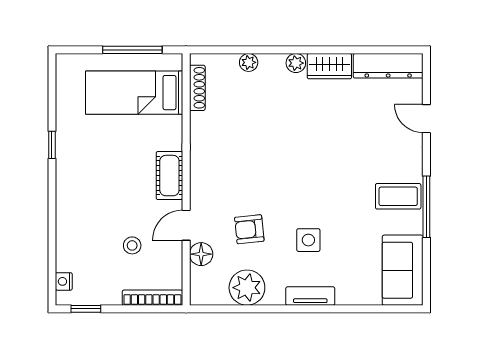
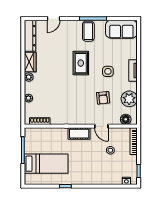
bed: (134, 93) -> (46, 164), moved, turned -90
rug: (327, 179) -> (81, 63), added
floor lamp: (201, 254) -> (126, 119), moved

